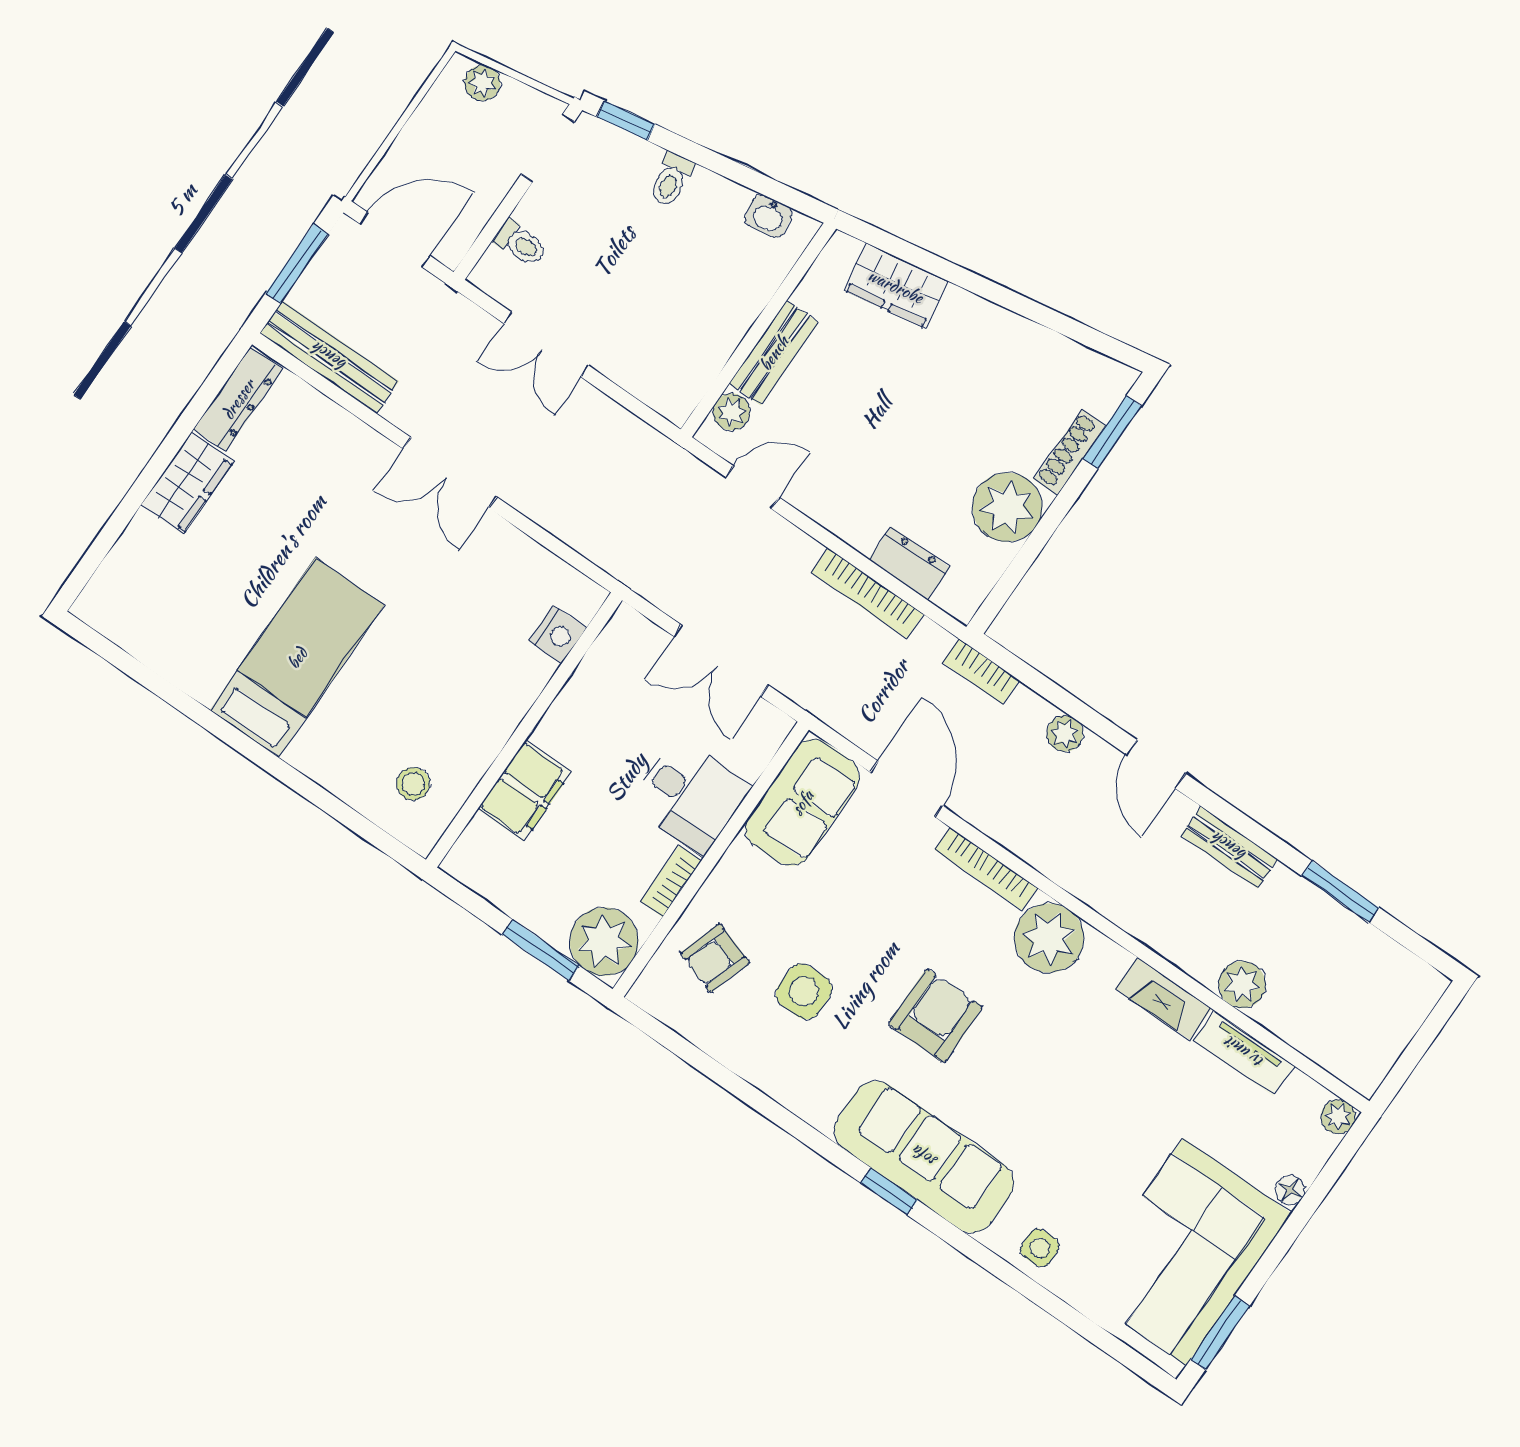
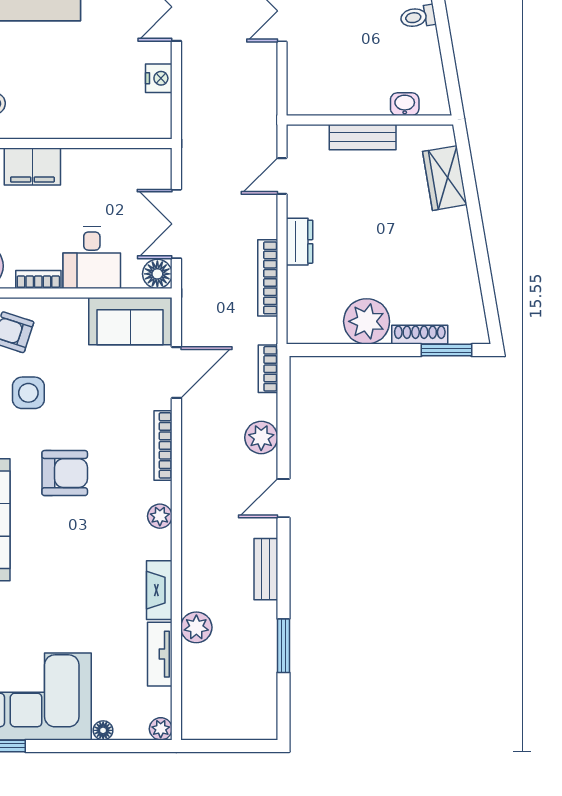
washbasin: (768, 216) -> (405, 104), moved, turned 100
plant: (731, 412) -> (315, 136), removed
door: (752, 487) -> (282, 176), swing flipped
dresser: (909, 563) -> (300, 242), moved
nightstand: (558, 634) -> (159, 78), moved, turned -90
floor lamp: (767, 728) -> (157, 274), added
plant: (1065, 734) -> (261, 437), width x1.38, depth x1.38
plant: (1049, 938) -> (160, 516), width x0.53, depth x0.53

